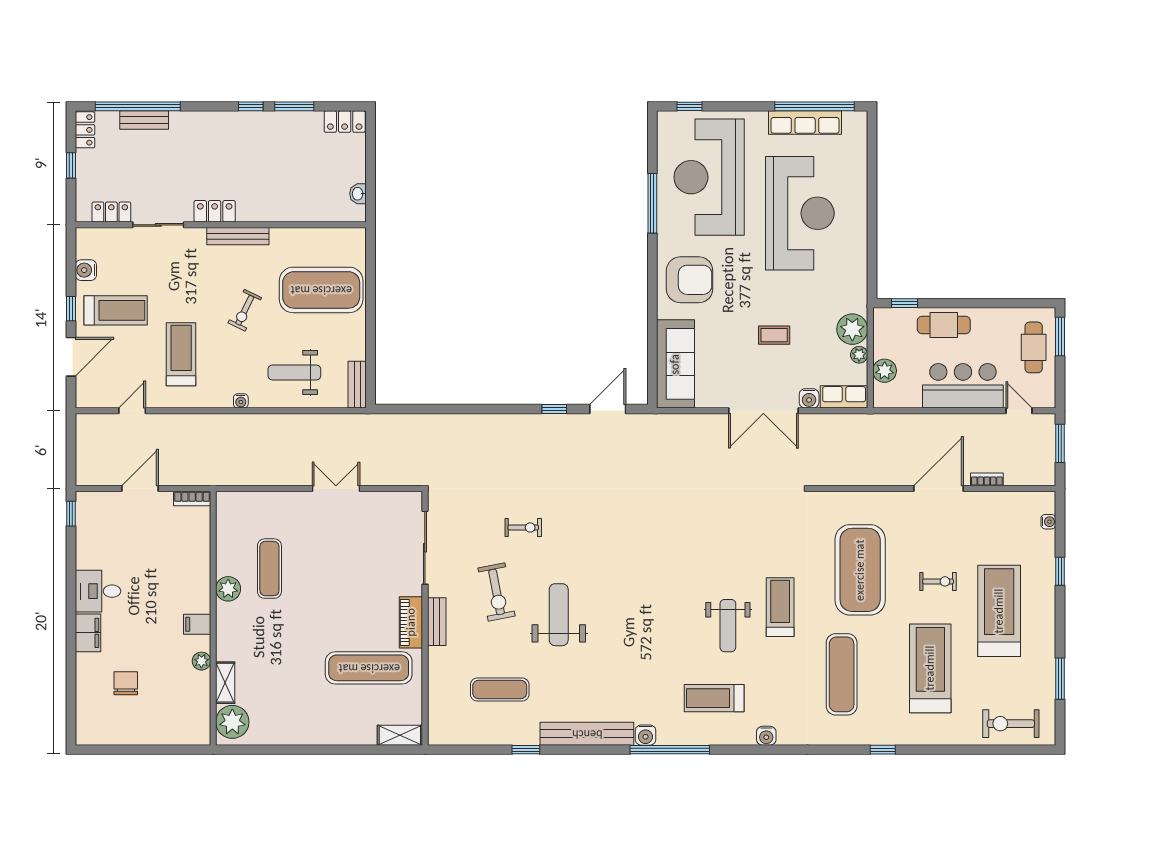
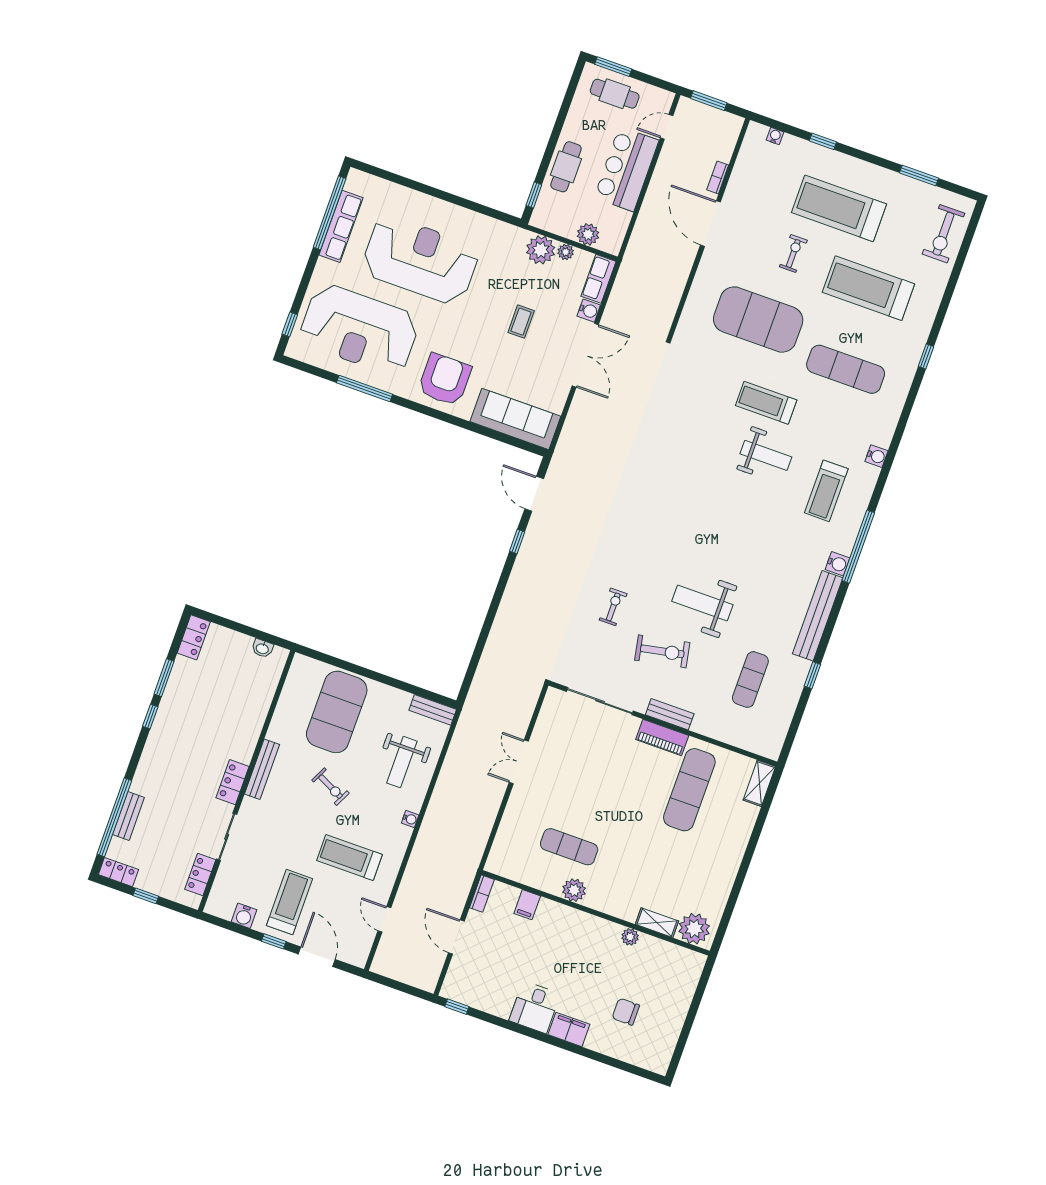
filing cabinet: (197, 624) -> (527, 905), moved

